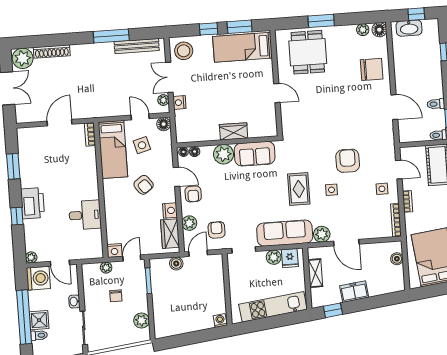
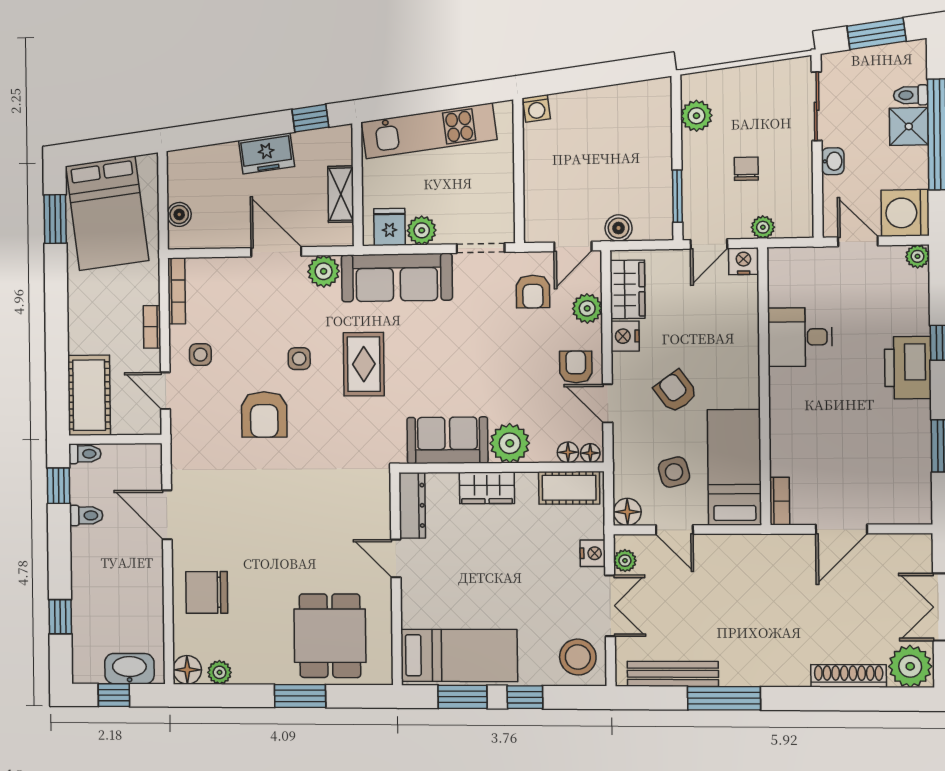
dresser: (270, 120) -> (412, 505), added
cot: (193, 134) -> (569, 488), added

